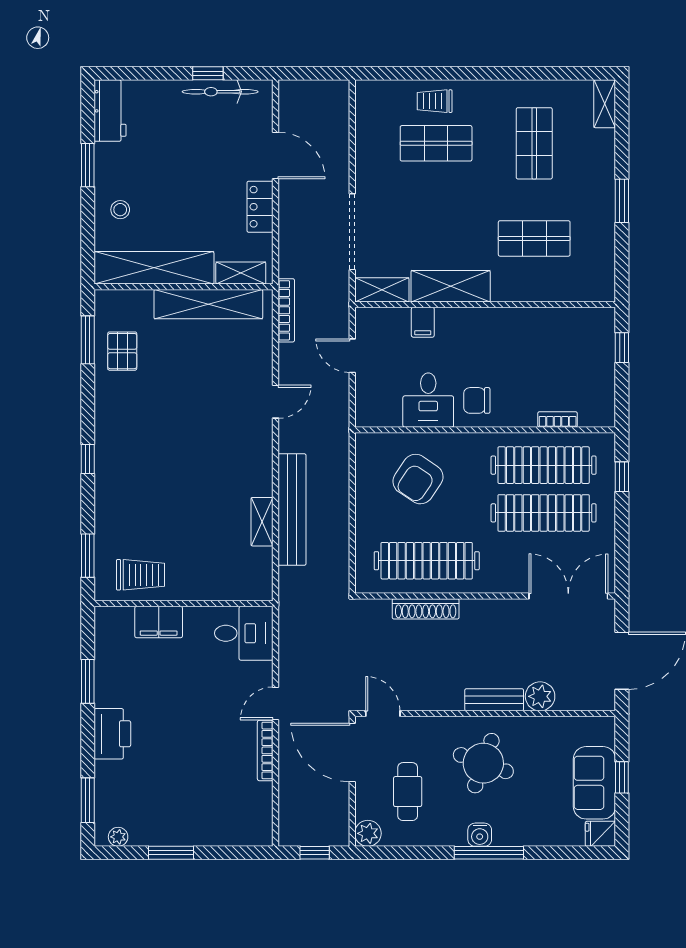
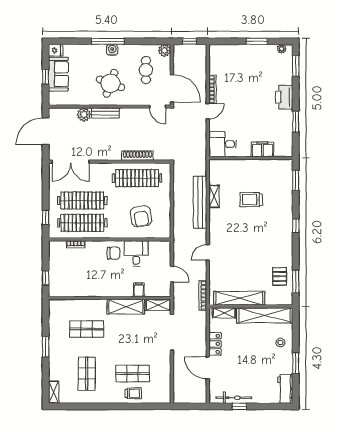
armchair: (418, 479) -> (141, 216), turned 136
trolley: (141, 575) -> (251, 200), moved

